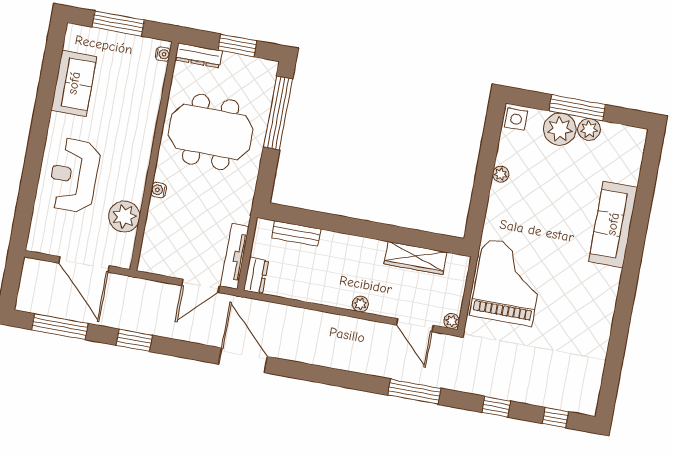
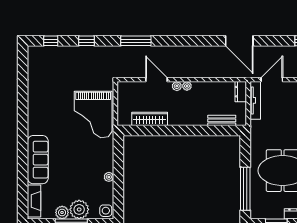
fireplace: (632, 157) -> (34, 201), added
plant: (452, 321) -> (187, 86), moved
door: (415, 325) -> (156, 80), moved

